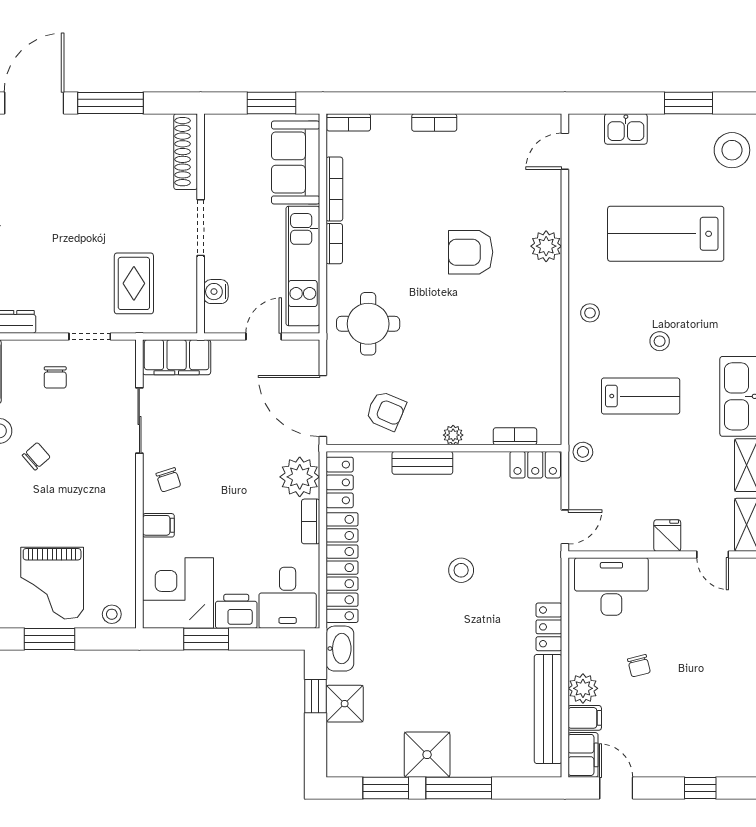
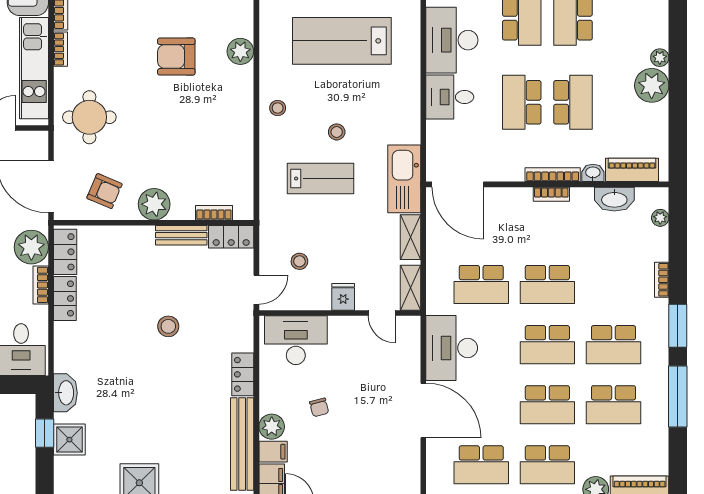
plant: (453, 435) -> (154, 204), width x1.88, depth x1.88
stool: (583, 452) -> (299, 261), moved
bench: (422, 463) -> (181, 235), moved
locker: (342, 568) -> (65, 298), width x0.46, depth x0.83

